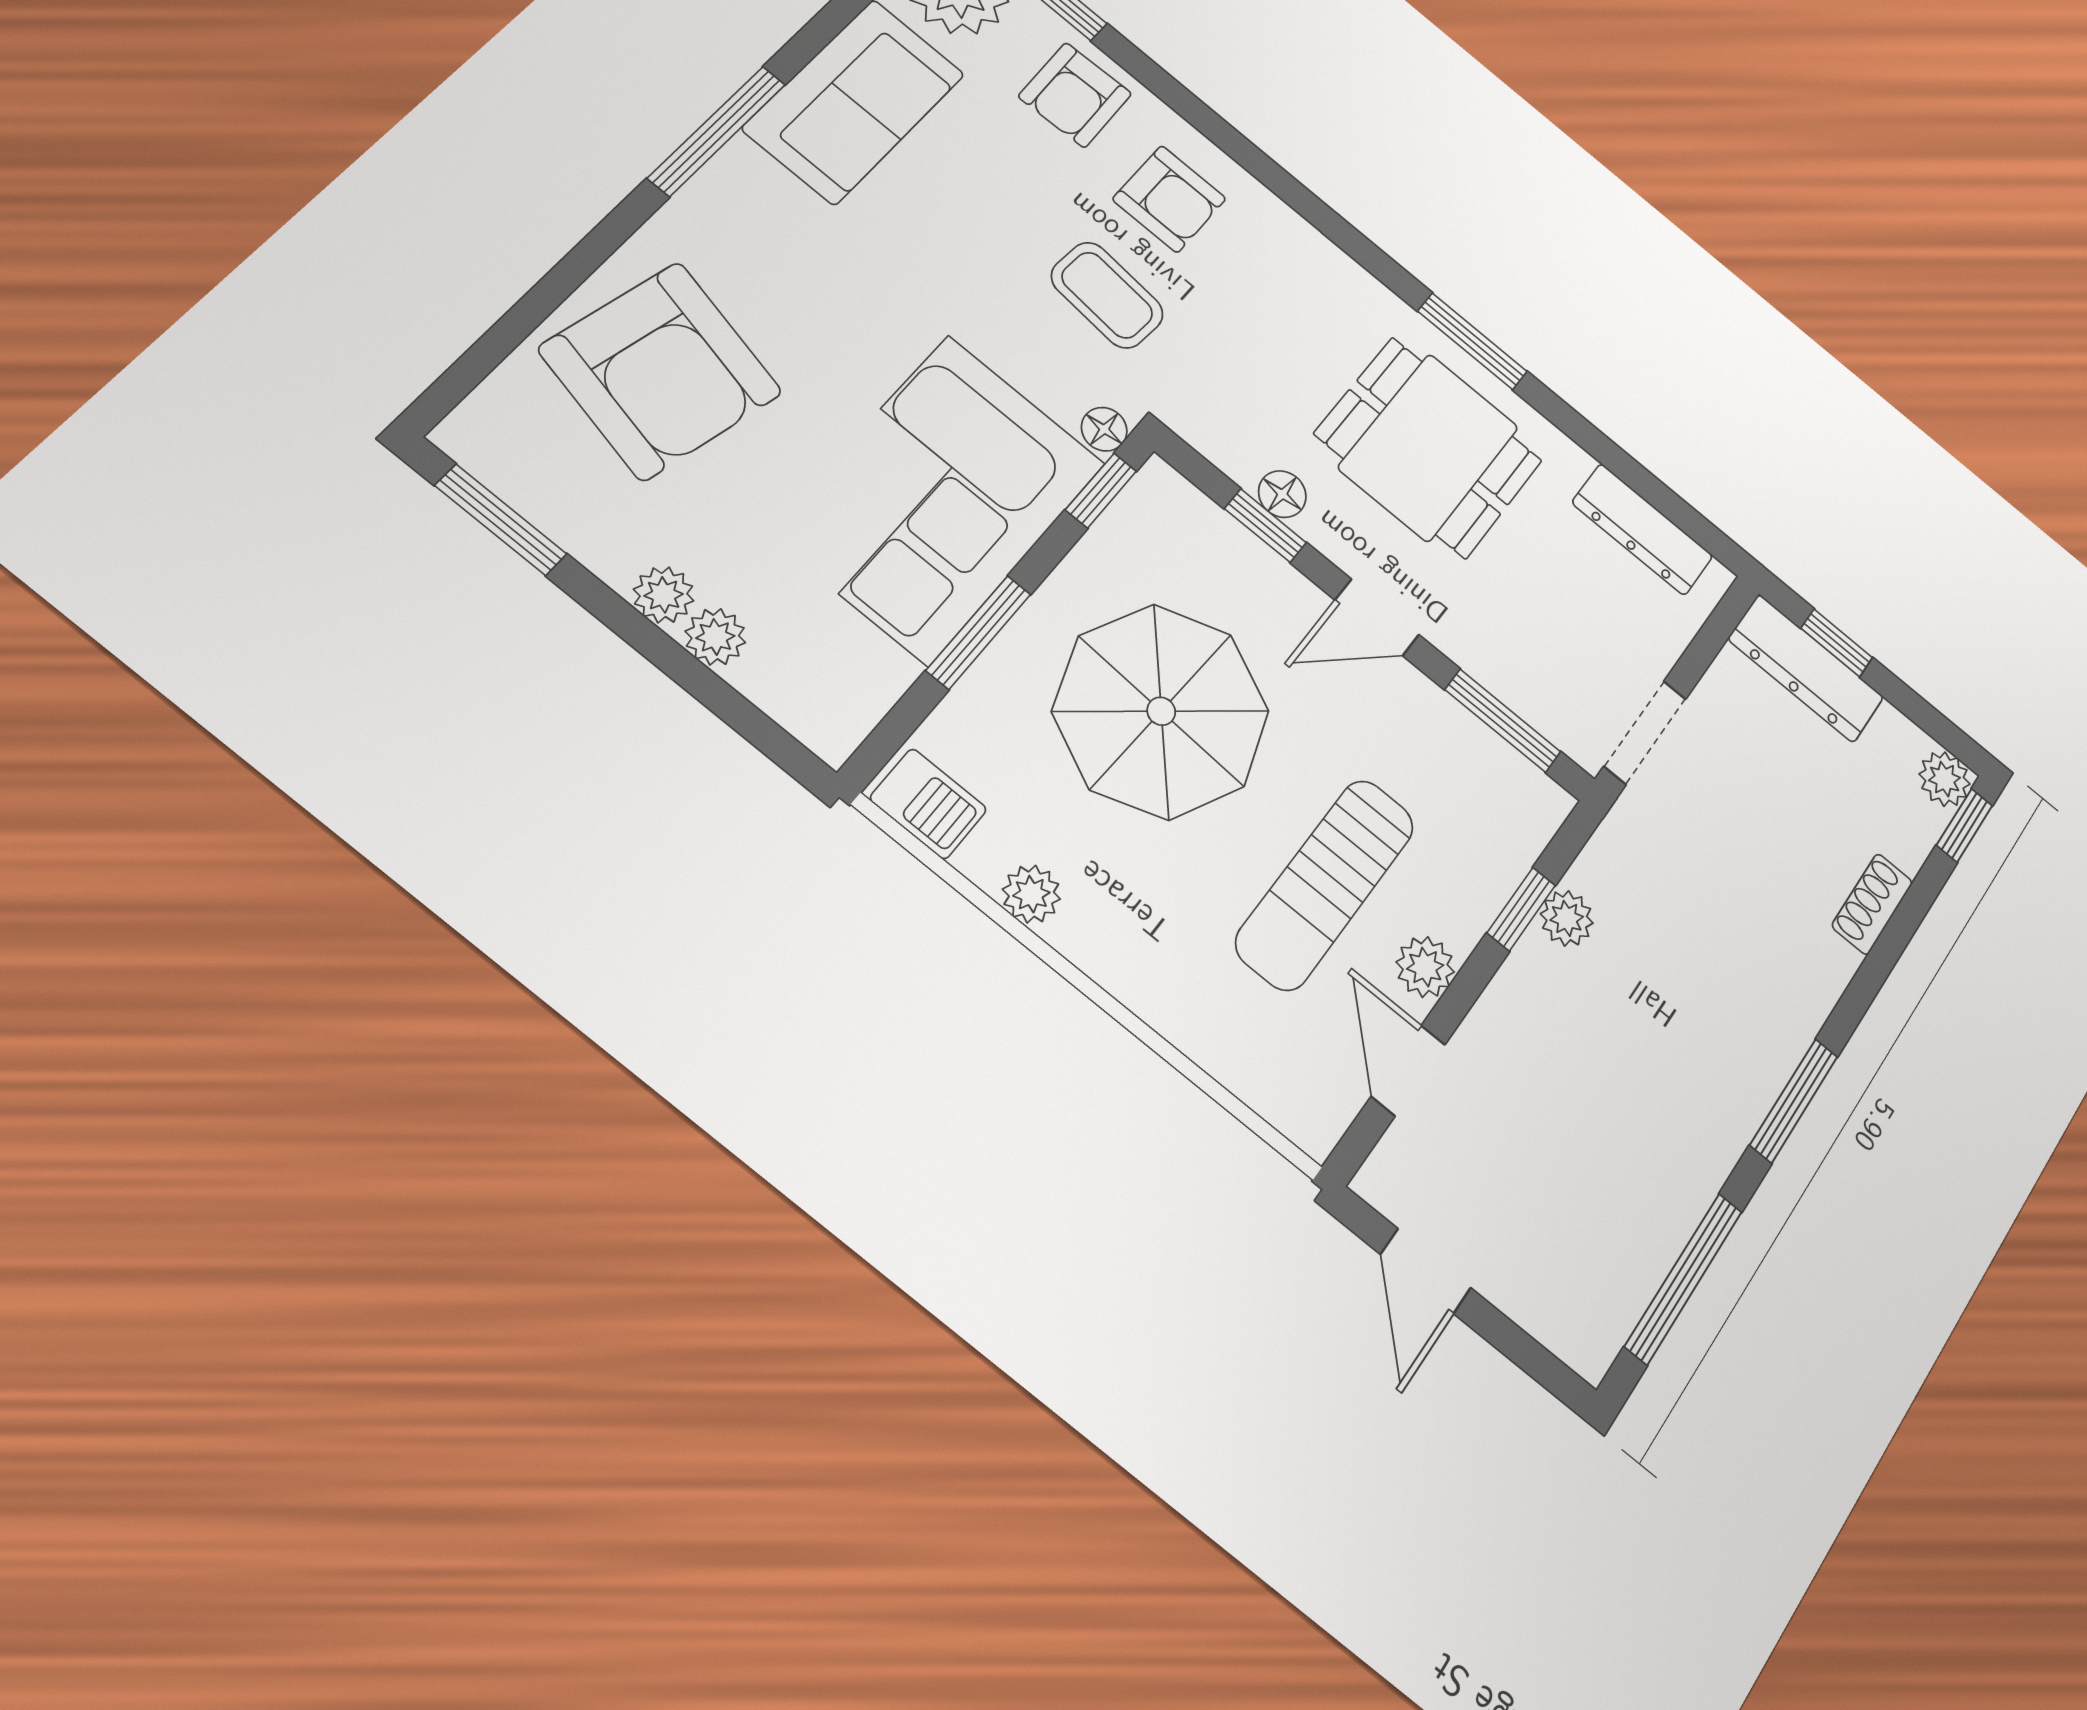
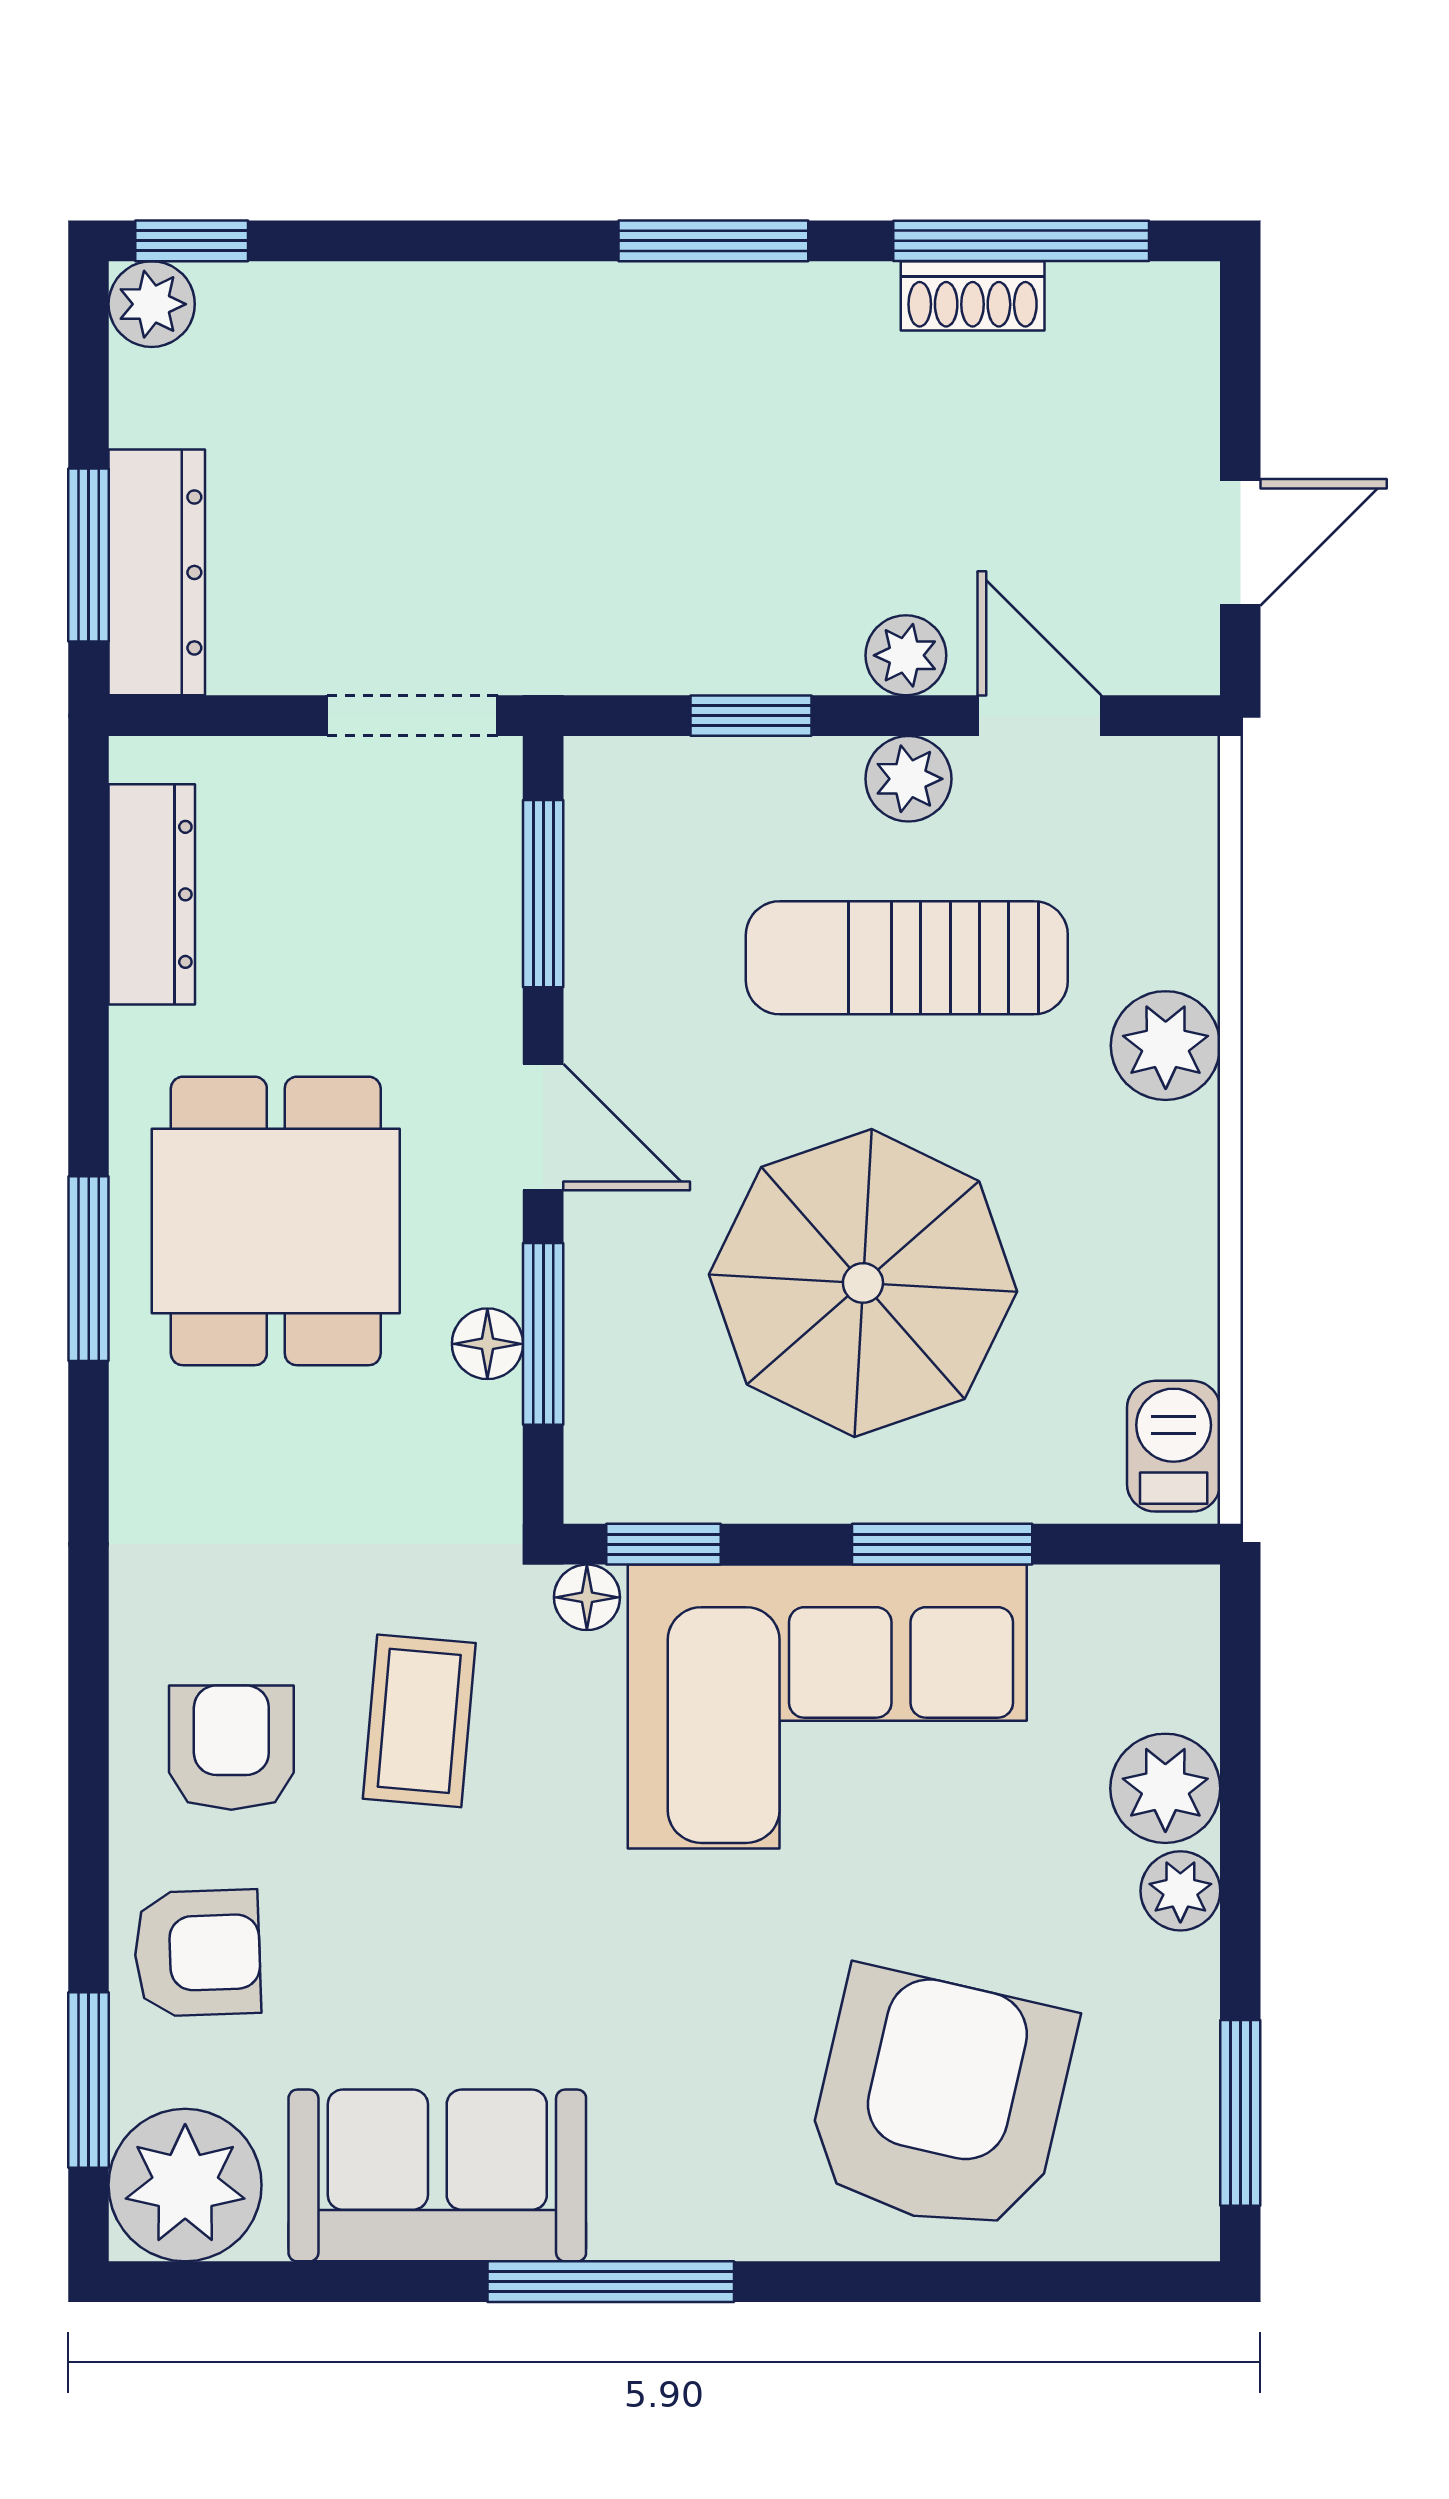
window: (1265, 526) -> (543, 1334), width x1.50
plant: (715, 637) -> (1165, 1788), width x1.38, depth x1.38
window: (1837, 643) -> (89, 555), width x1.50
sun lounger: (1325, 884) -> (907, 958), turned 180
plant: (1031, 894) -> (1166, 1046), moved, width x1.38, depth x1.38
shoe rack: (1872, 904) -> (973, 296), moved
plant: (1567, 918) -> (906, 655), moved
door: (1408, 1070) -> (1039, 716), swing flipped

